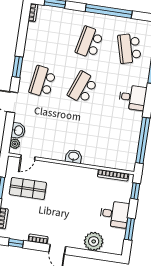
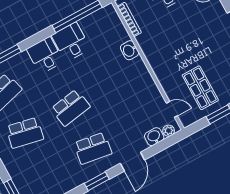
school desk: (83, 88) -> (71, 108), turned -30
desk: (128, 123) -> (71, 42), added
washbasin: (74, 156) -> (130, 50), moved

